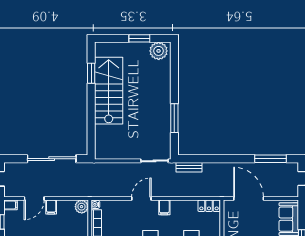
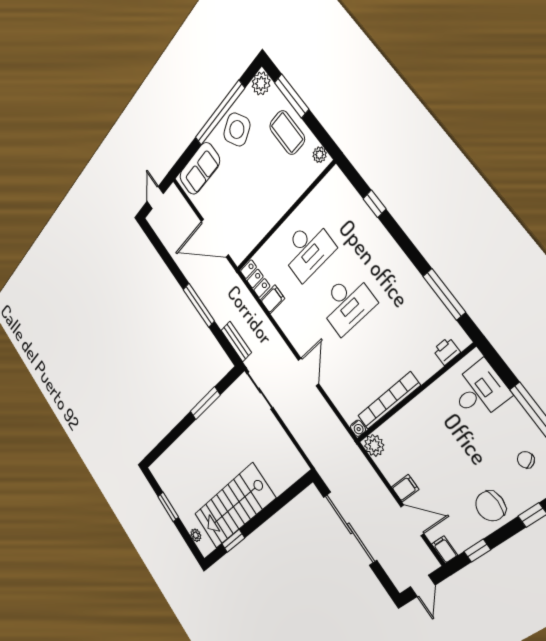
plant: (159, 51) -> (196, 535), moved, width x0.53, depth x0.53
window: (270, 159) -> (199, 305), moved
door: (141, 199) -> (309, 372), swing flipped
door: (249, 199) -> (215, 238), hinge flipped
filing cabinet: (164, 207) -> (273, 299), moved

